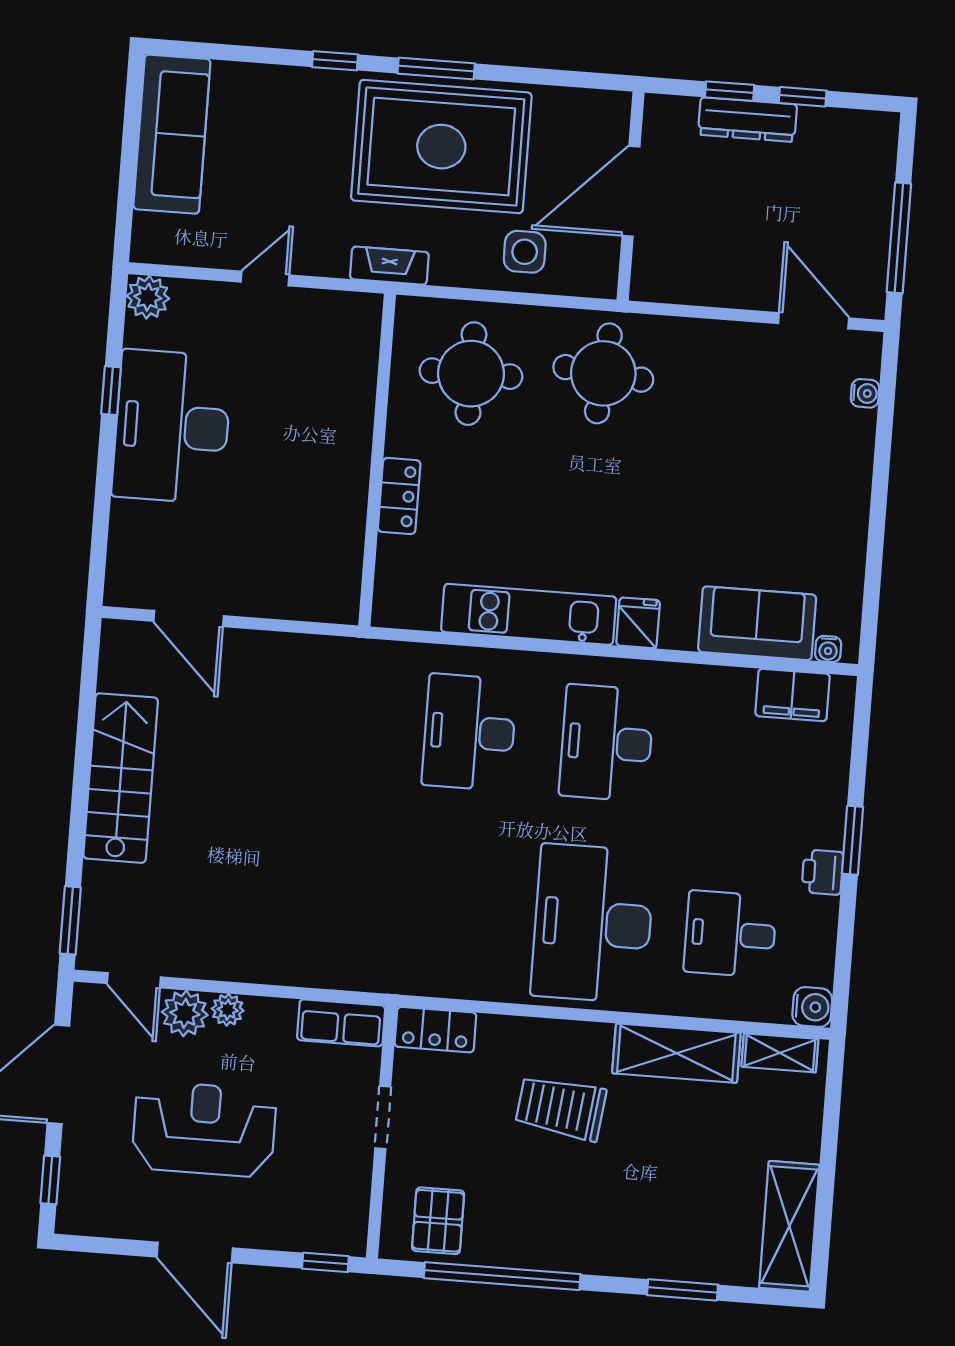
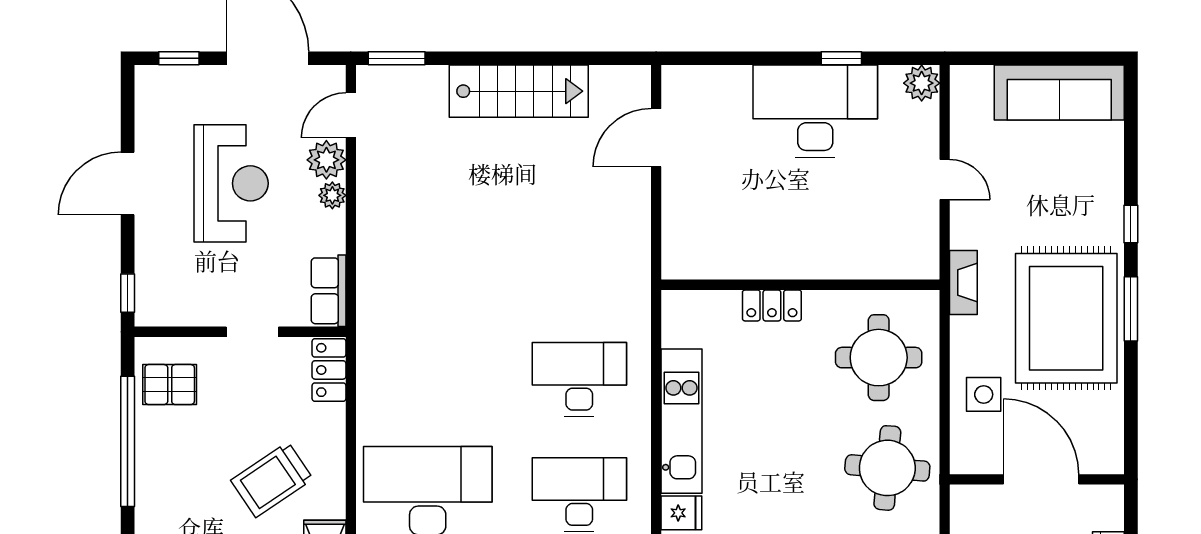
trolley: (561, 1108) -> (272, 480), turned -131

